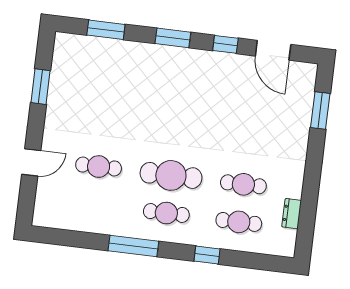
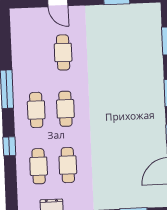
cafe table: (171, 175) -> (65, 109), width x0.73, depth x0.74

